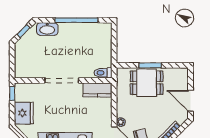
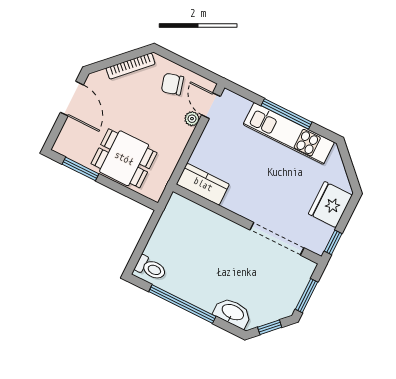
window: (12, 58) -> (307, 296), added
window: (150, 65) -> (80, 169), moved
toilet: (103, 73) -> (151, 268), moved
doorway: (62, 80) -> (277, 239), moved

